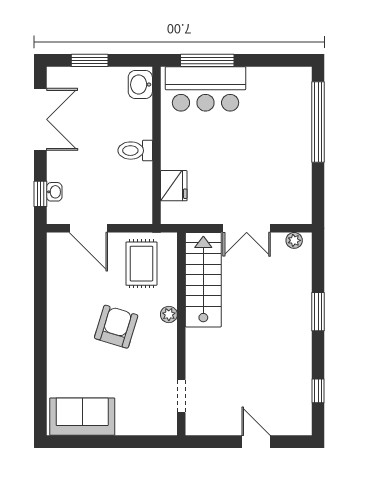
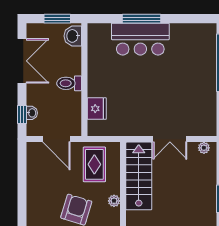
washbasin: (140, 85) -> (73, 36), moved
wall: (156, 145) -> (84, 80), moved
toilet: (135, 151) -> (69, 83), moved
fridge: (174, 186) -> (97, 109), moved

